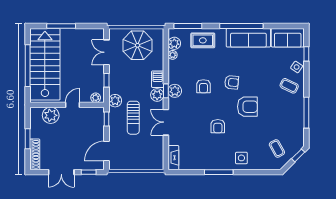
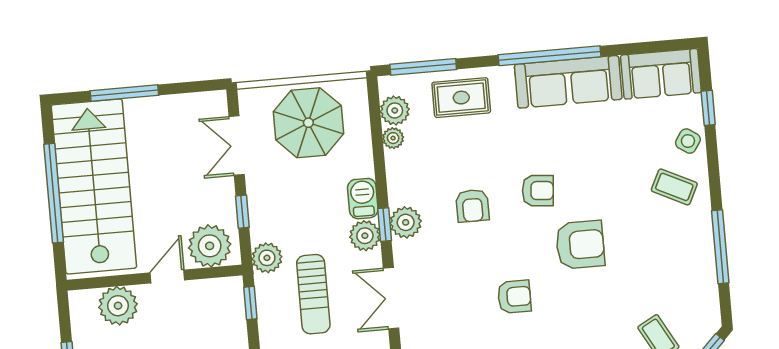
plant: (96, 98) -> (210, 246), width x1.88, depth x1.88
armchair: (218, 126) -> (514, 297), turned -90

